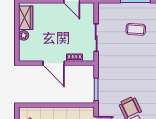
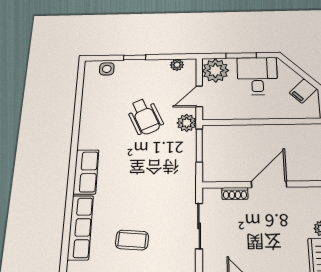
door: (54, 63) -> (269, 184), hinge flipped
plant: (104, 105) -> (187, 123), added

